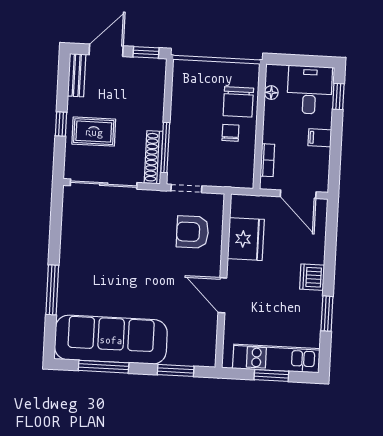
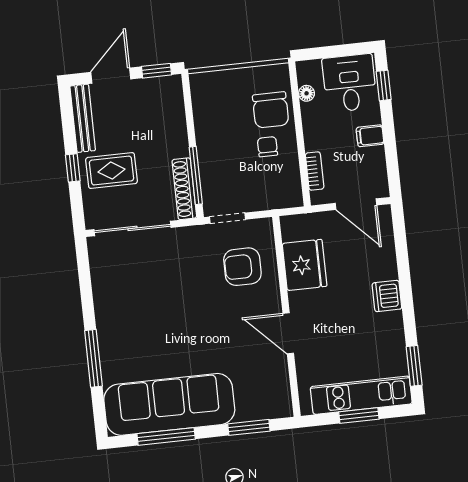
bench: (77, 75) -> (83, 118), width x1.36
window: (327, 314) -> (414, 366), moved

